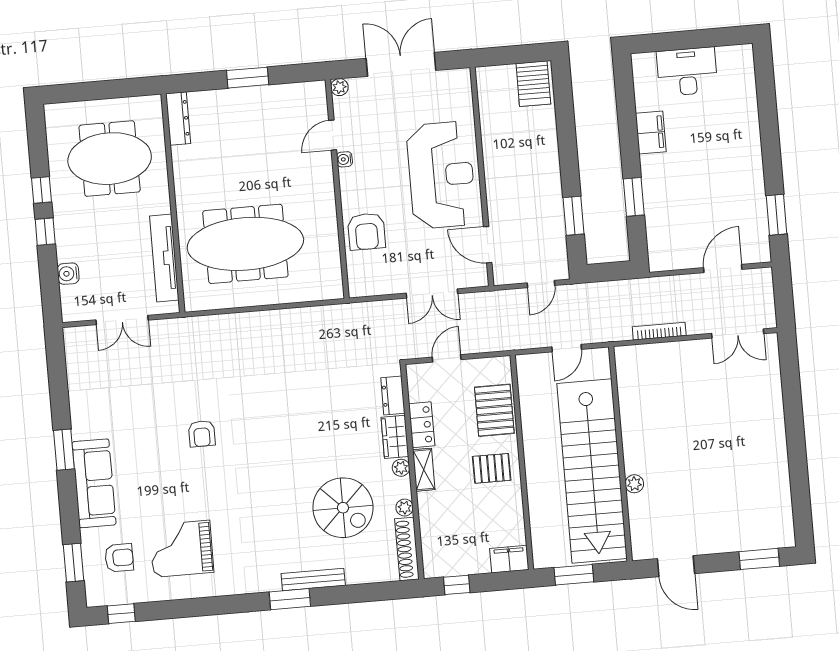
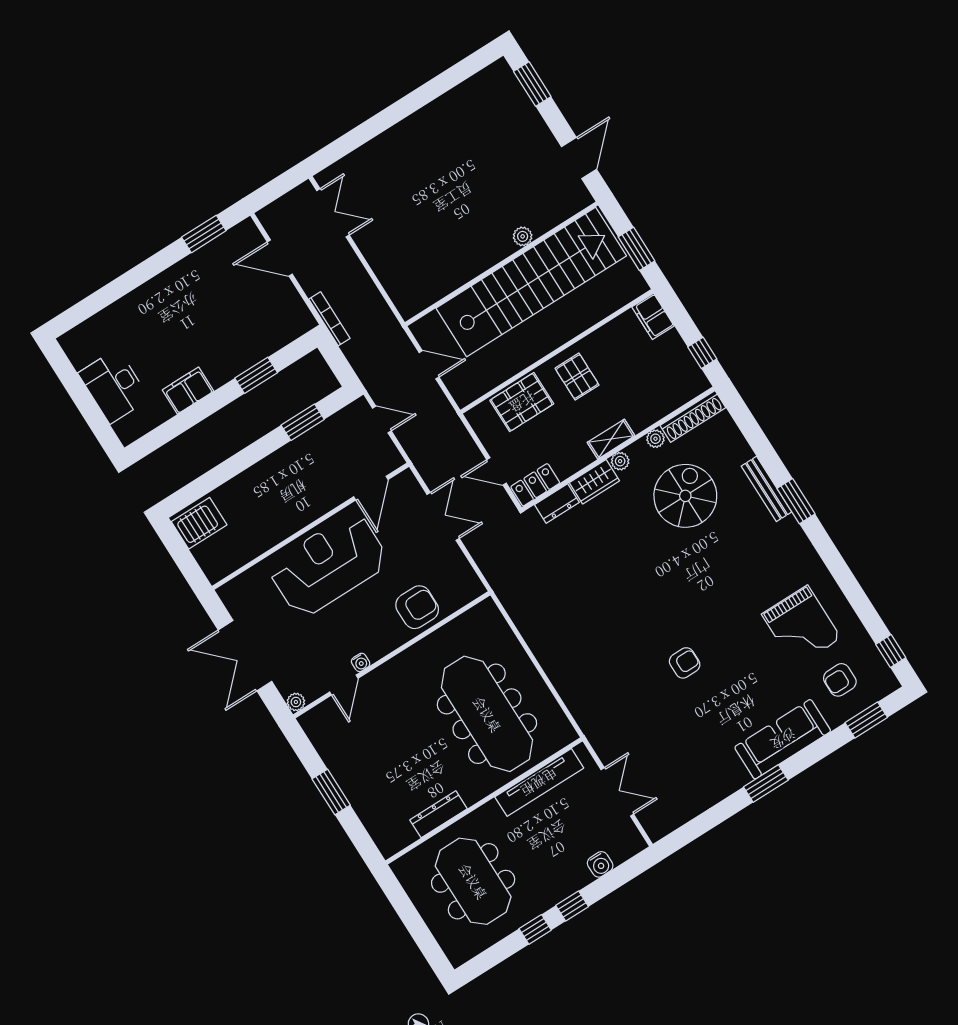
dresser: (178, 118) -> (438, 814), moved
door: (333, 135) -> (344, 685), hinge flipped
bookcase: (659, 331) -> (329, 319), moved, turned 180
locker: (422, 425) -> (535, 485), moved
armchair: (119, 558) -> (840, 680), turned -90

